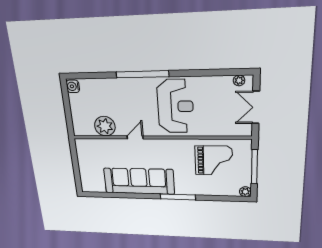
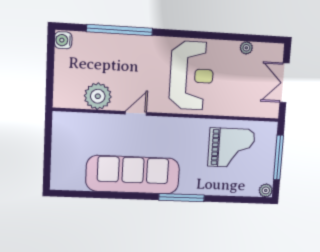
window: (142, 74) -> (120, 30), moved
plant: (239, 80) -> (246, 48), moved

